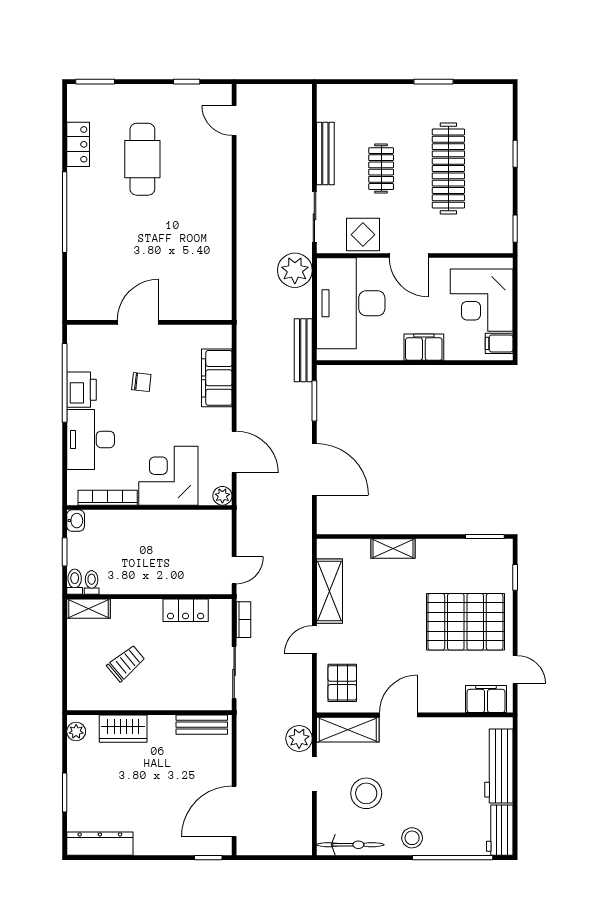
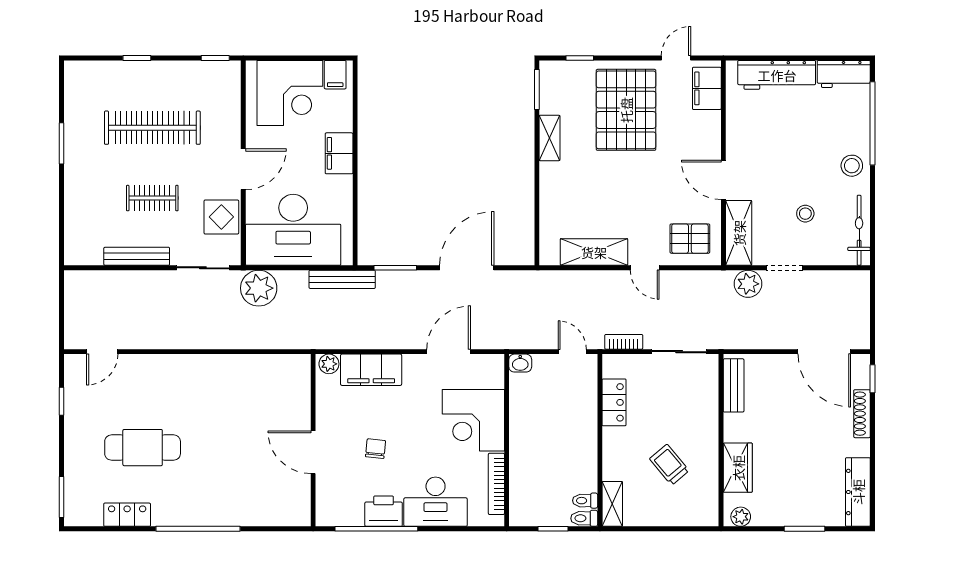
plant: (222, 496) -> (329, 364), moved
washbasin: (76, 521) -> (520, 363), moved, turned 180
shelving: (393, 549) -> (550, 138), moved
stool: (366, 793) -> (805, 214), width x0.53, depth x0.53
shoe rack: (175, 848) -> (862, 414), added

